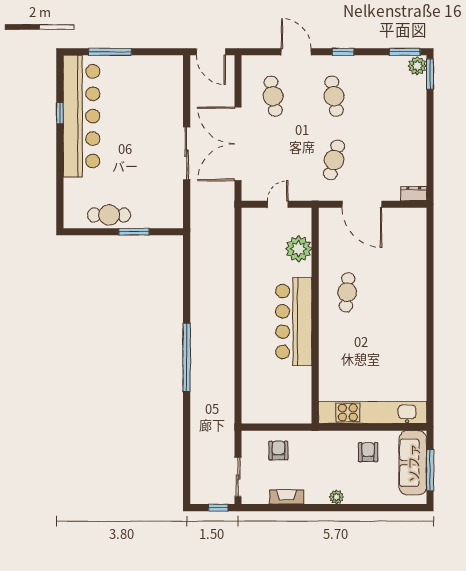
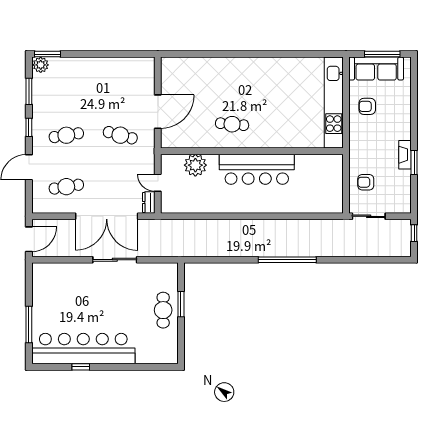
window: (405, 52) -> (29, 91), moved
dresser: (414, 194) -> (149, 202), moved
cafe table: (109, 215) -> (163, 310), moved
sliding door: (238, 477) -> (369, 216), moved
fireplace: (287, 497) -> (405, 155), moved
plant: (336, 497) -> (405, 133), removed
window: (302, 508) -> (414, 163), added

